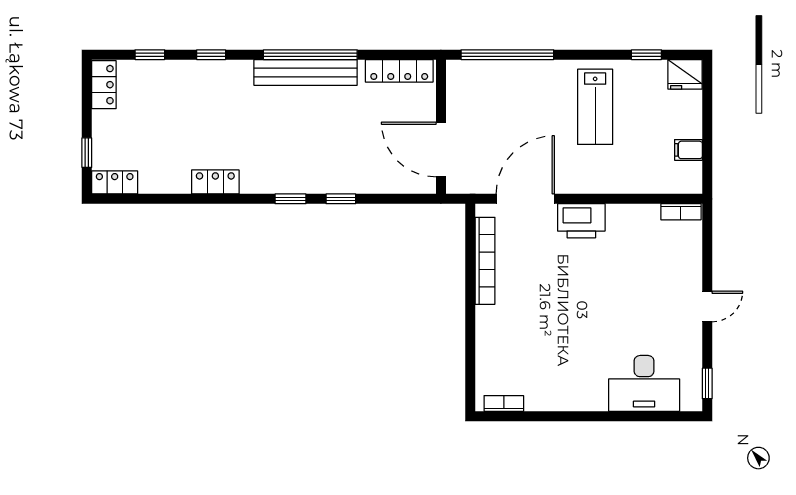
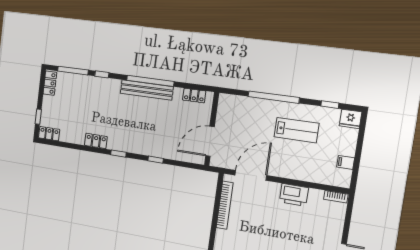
window: (150, 55) -> (73, 71), width x2.17
window: (507, 55) -> (274, 97), moved
locker: (399, 71) -> (194, 96), width x0.66
lab bench: (595, 107) -> (296, 130), turned -90
door: (441, 149) -> (210, 141), hinge flipped
window: (291, 199) -> (118, 154), moved
printer: (581, 221) -> (294, 195), moved

